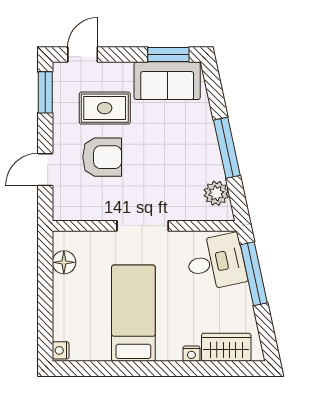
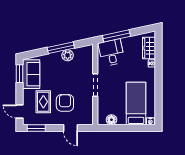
plant: (216, 193) -> (68, 55), moved
bed: (133, 313) -> (136, 104), moved, turned 90

